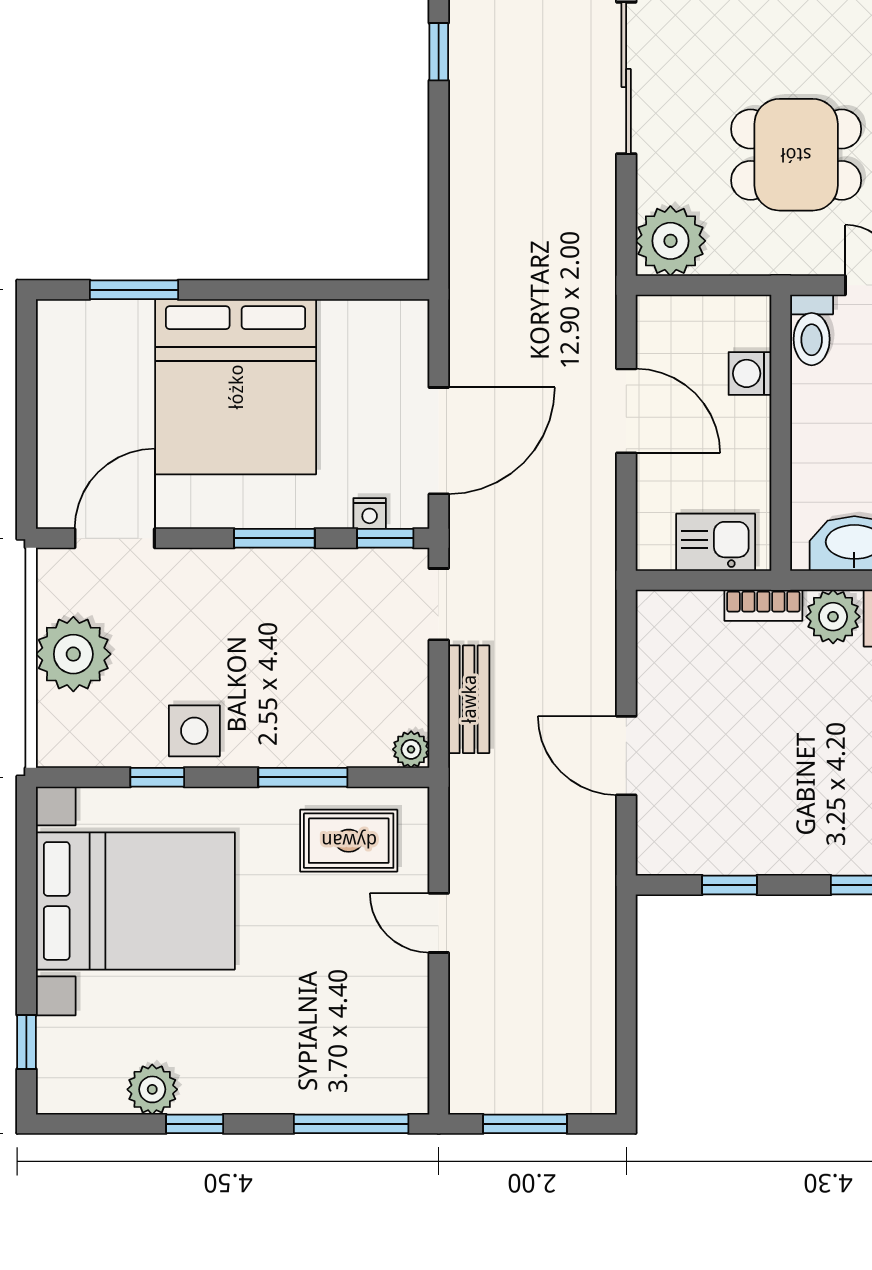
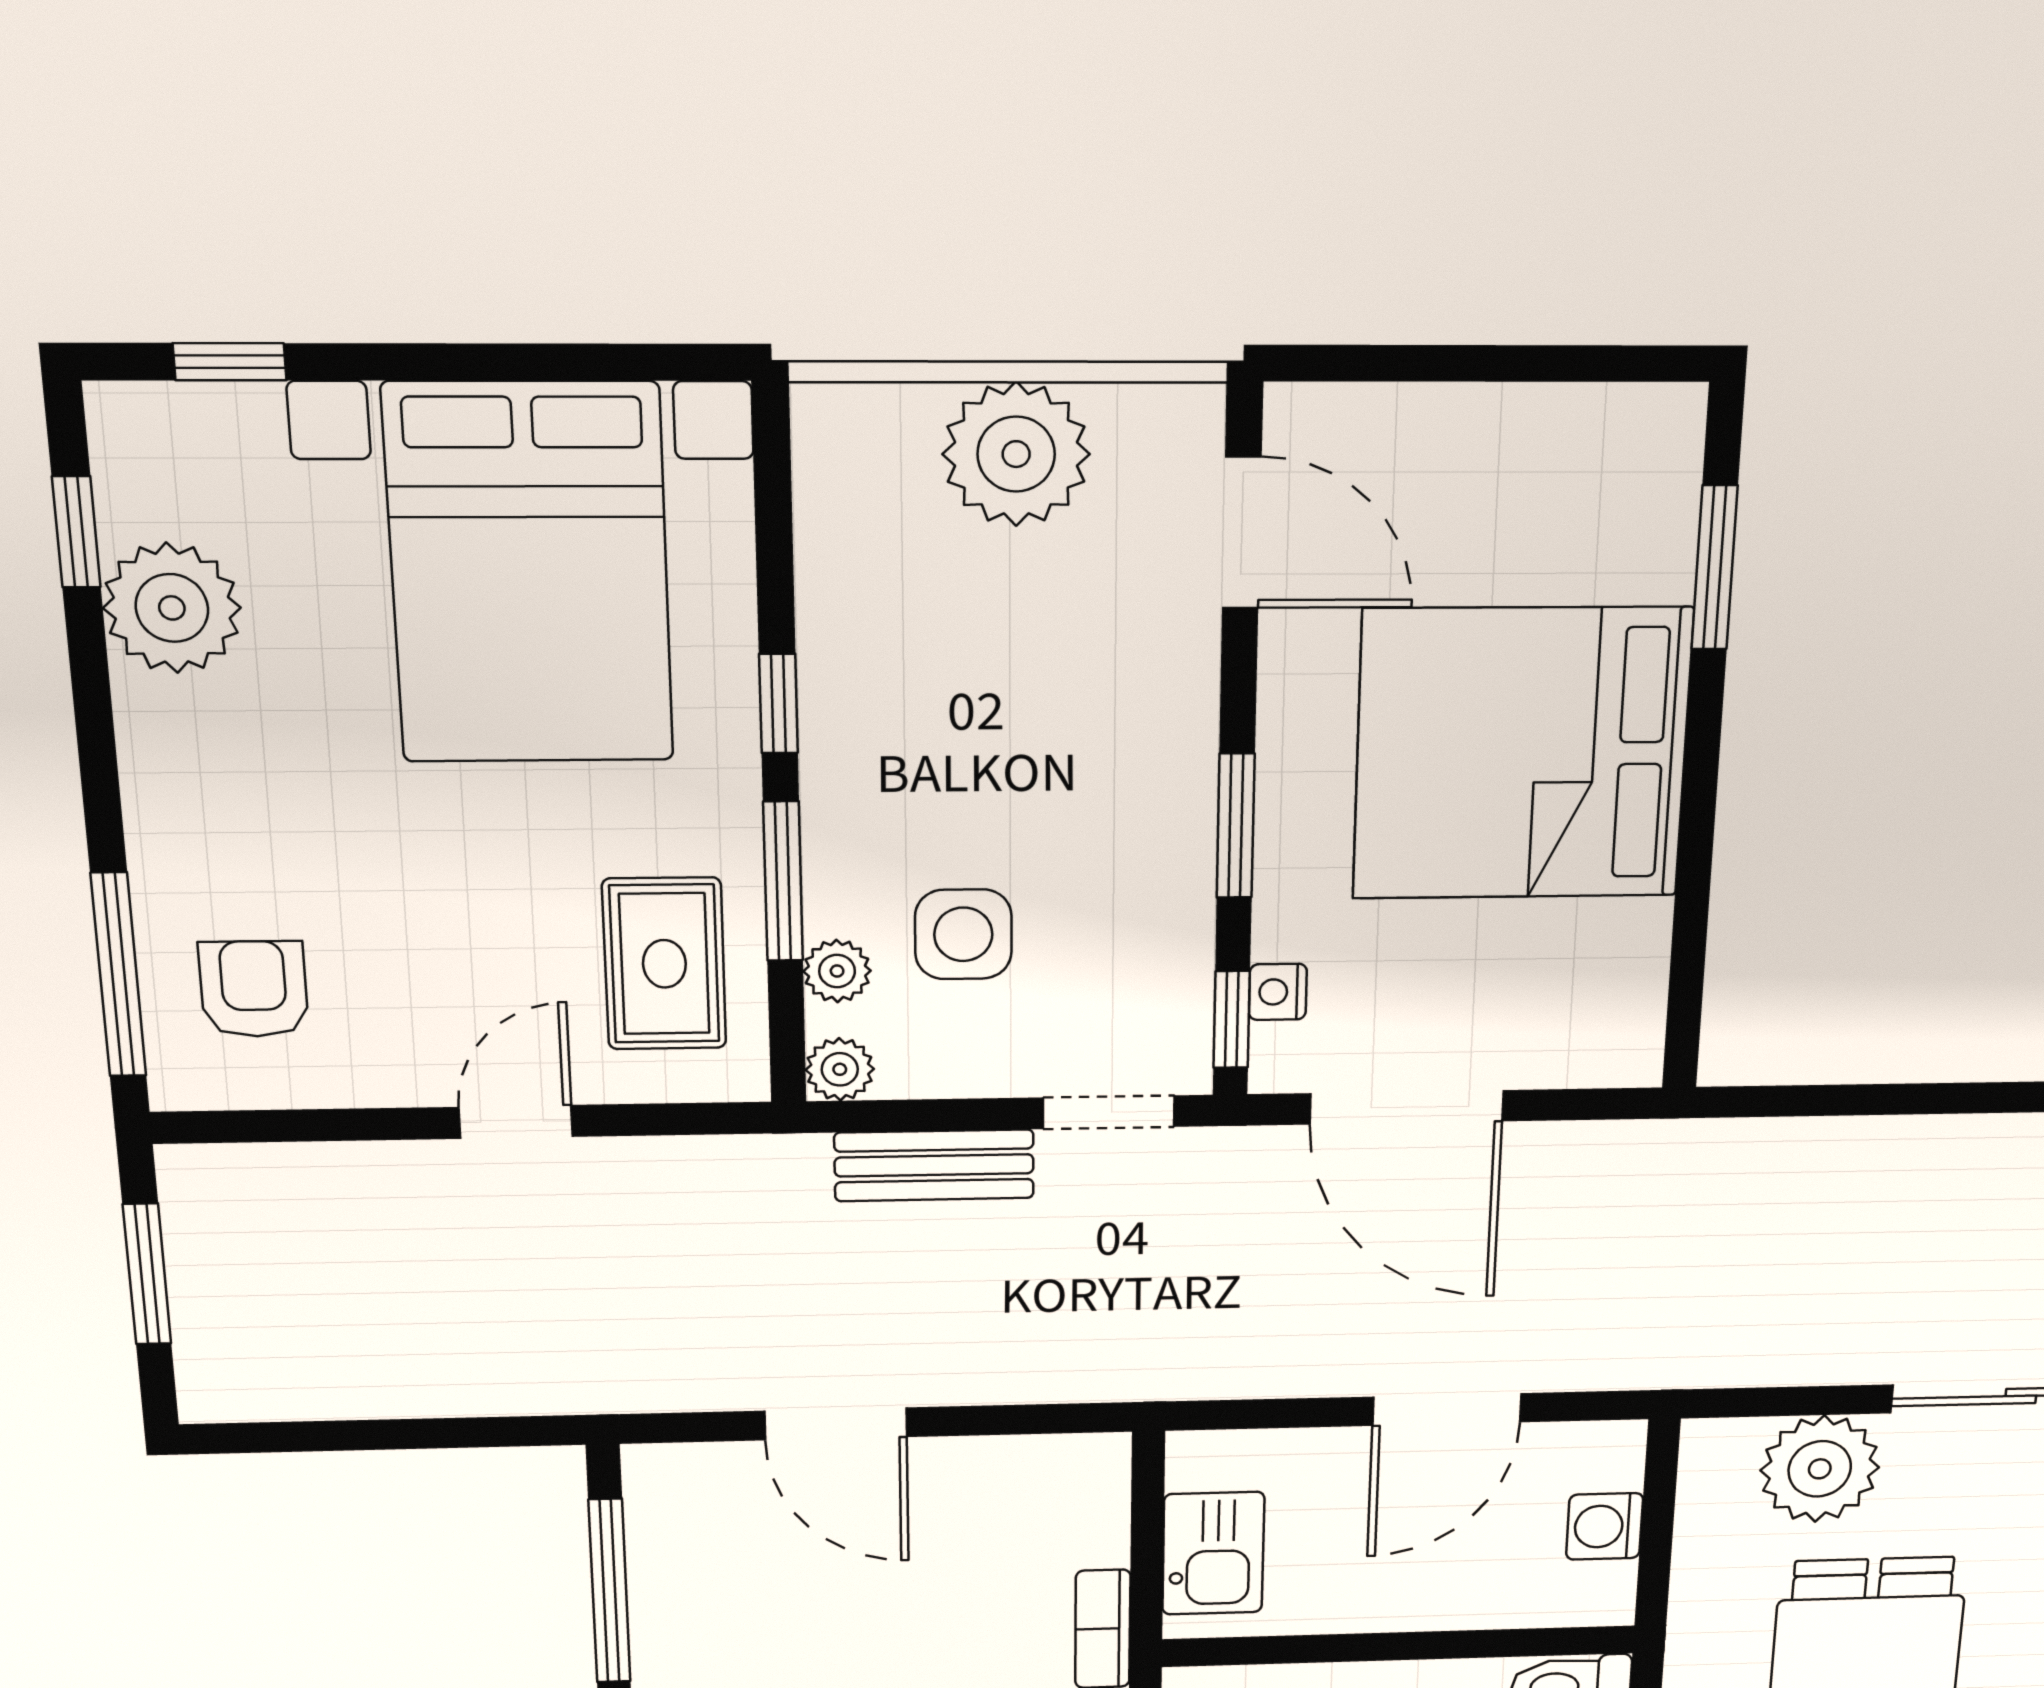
plant: (670, 241) -> (1820, 1469), moved
washing machine: (750, 373) -> (1605, 1526), moved, turned -90
side table: (194, 731) -> (963, 934), moved
plant: (354, 750) -> (837, 971), added
door: (626, 756) -> (836, 1424), swing flipped
window: (157, 777) -> (778, 704), moved
window: (729, 885) -> (610, 1591), width x2.17
armchair: (360, 1055) -> (254, 989), added
plant: (152, 1089) -> (172, 608), width x1.36, depth x1.36
window: (195, 1124) -> (76, 532), moved

